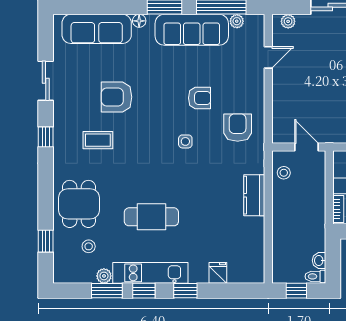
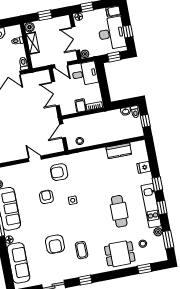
door: (268, 57) -> (35, 159), moved
kitchen counter: (254, 195) -> (119, 151), moved
window: (107, 291) -> (168, 240), moved

